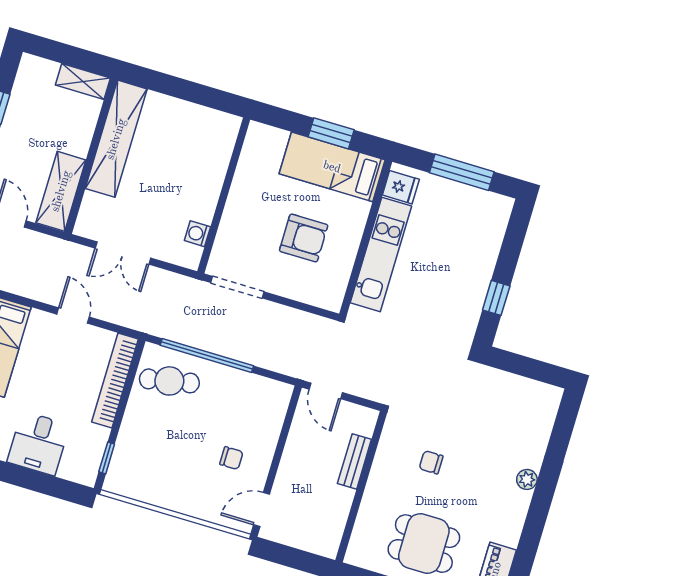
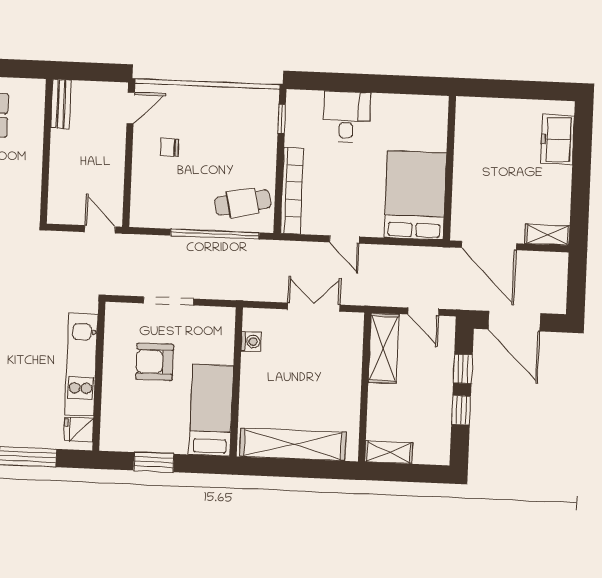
shelving: (116, 139) -> (293, 444), moved, turned 90
bed: (332, 167) -> (211, 410), moved, turned -90
doorway: (237, 287) -> (169, 301), moved
bench: (354, 461) -> (61, 104), moved

